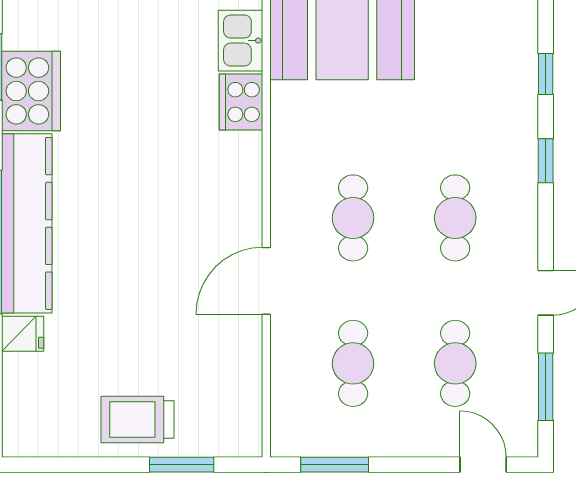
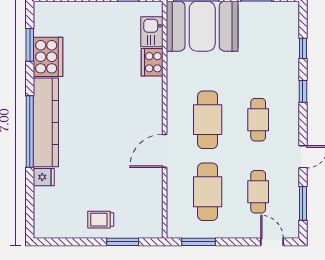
cafe table: (353, 218) -> (208, 120), width x1.37, depth x1.35
cafe table: (353, 363) -> (208, 192), width x1.37, depth x1.35
trolley: (137, 420) -> (101, 220), width x0.73, depth x0.72

